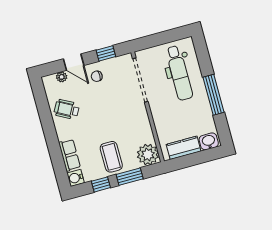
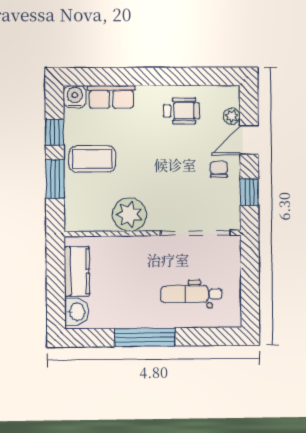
dental chair: (179, 73) -> (191, 294), width x0.73, depth x0.72
wheelchair: (67, 109) -> (181, 111), turned 62
plant: (148, 155) -> (129, 214), moved

